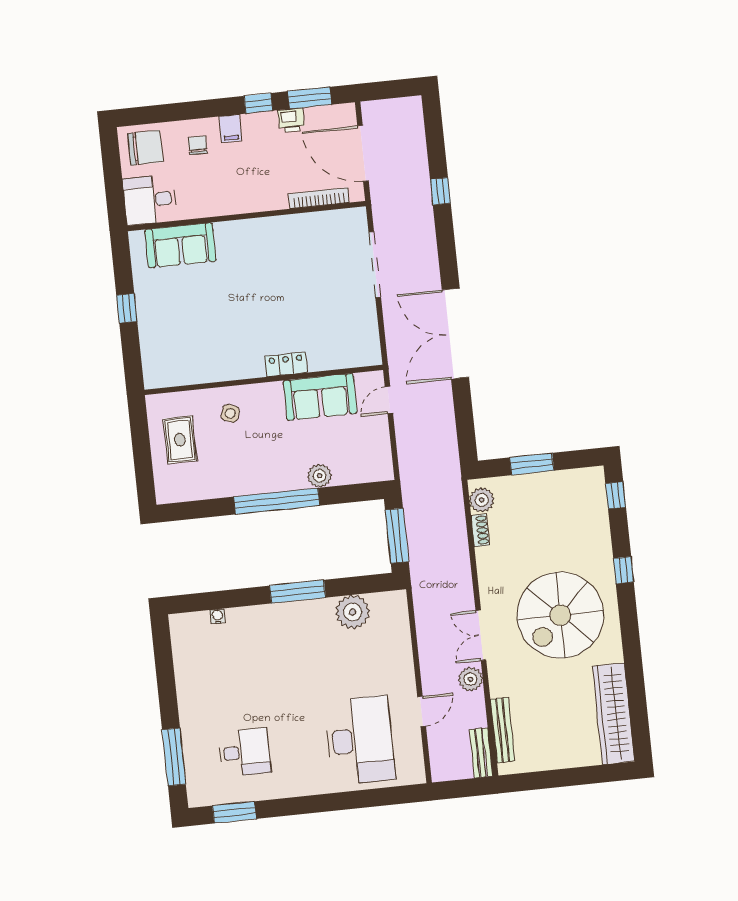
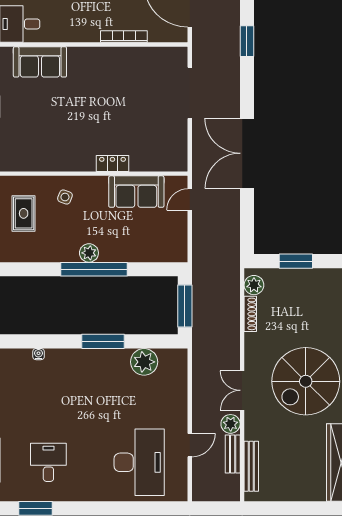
window: (440, 191) -> (247, 41), width x1.50
bookcase: (319, 198) -> (124, 36), moved
plant: (320, 476) -> (89, 253), moved
shoe rack: (480, 530) -> (250, 314), width x1.43
desk: (245, 752) -> (48, 462), turned -90
bench: (481, 753) -> (233, 454), moved

